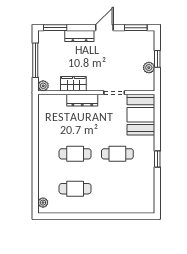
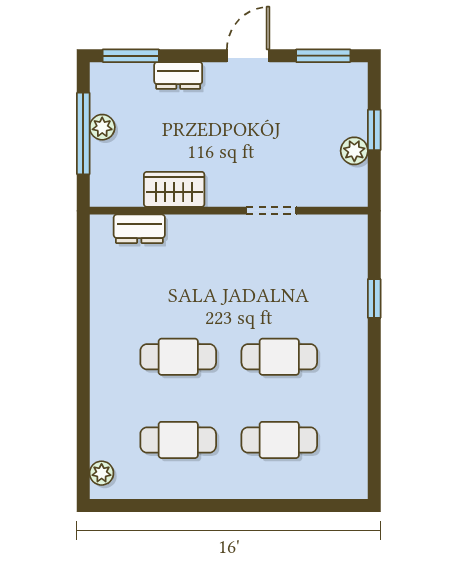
dresser: (79, 36) -> (178, 75), width x0.70
plant: (43, 86) -> (102, 127), moved
dresser: (82, 100) -> (139, 229), moved, width x0.70
booth: (141, 115) -> (335, 263), removed
window: (157, 159) -> (374, 298), moved
cafe table: (117, 189) -> (279, 440), added

